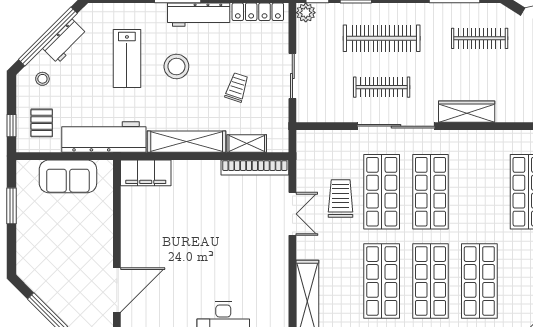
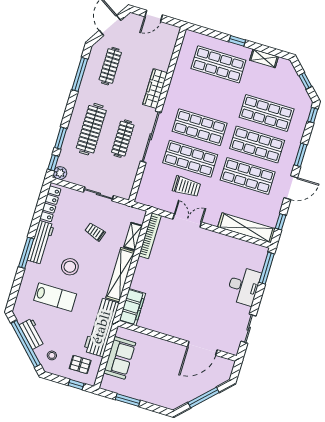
trolley: (341, 198) -> (187, 187), turned 180
door: (117, 290) -> (202, 348), swing flipped

